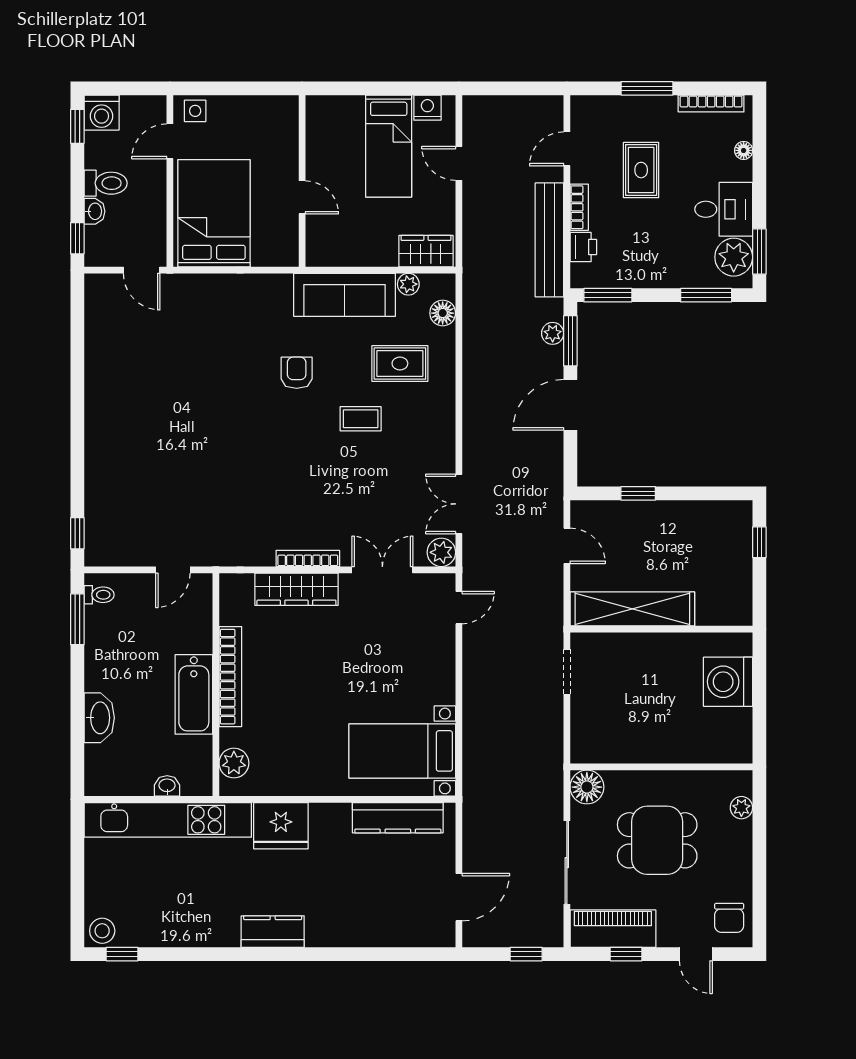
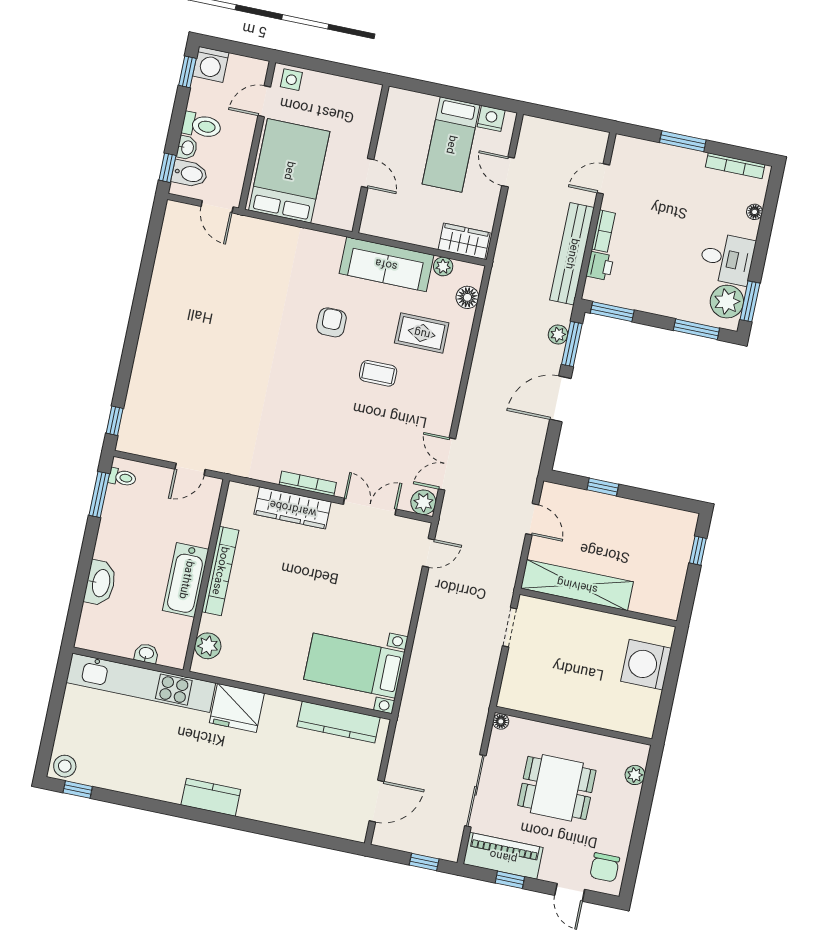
rug: (641, 170) -> (663, 210), removed
bidet: (103, 240) -> (190, 174), added
floor lamp: (587, 787) -> (501, 721), width x0.53, depth x0.53

